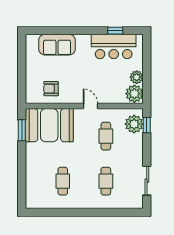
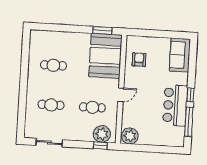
window: (86, 31) -> (190, 95), added
window: (115, 31) -> (189, 122), width x2.17
sofa: (57, 45) -> (180, 55), moved
bar counter: (114, 46) -> (175, 105), moved
plant: (137, 77) -> (145, 139), removed

